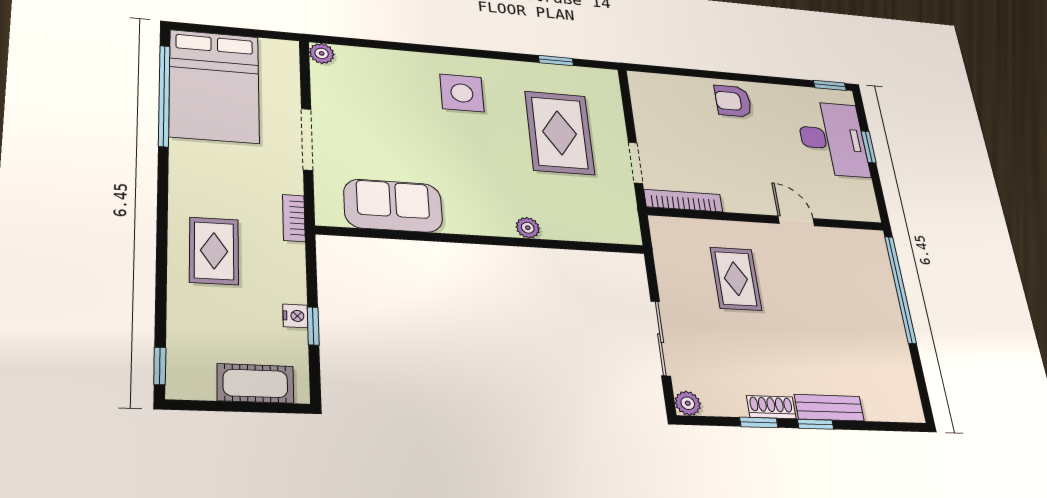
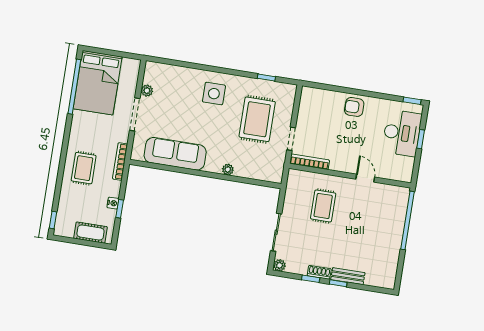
plant: (322, 53) -> (147, 91), moved
sofa: (393, 206) -> (175, 154), width x1.36
bookcase: (294, 218) -> (120, 161), width x1.56

